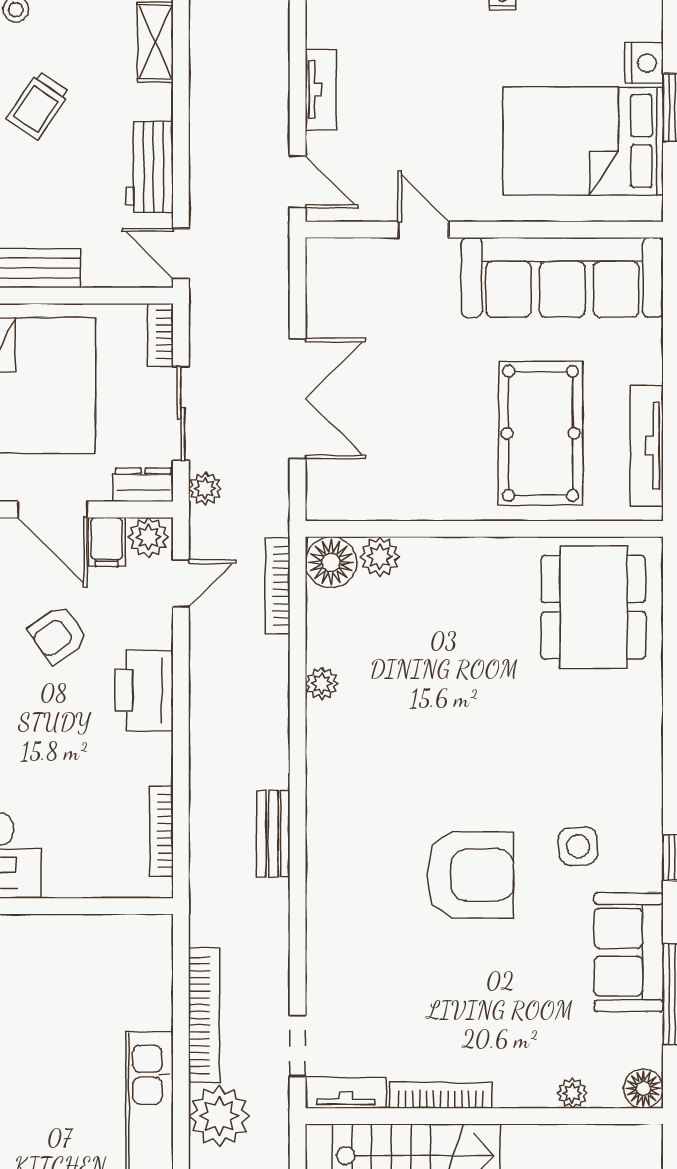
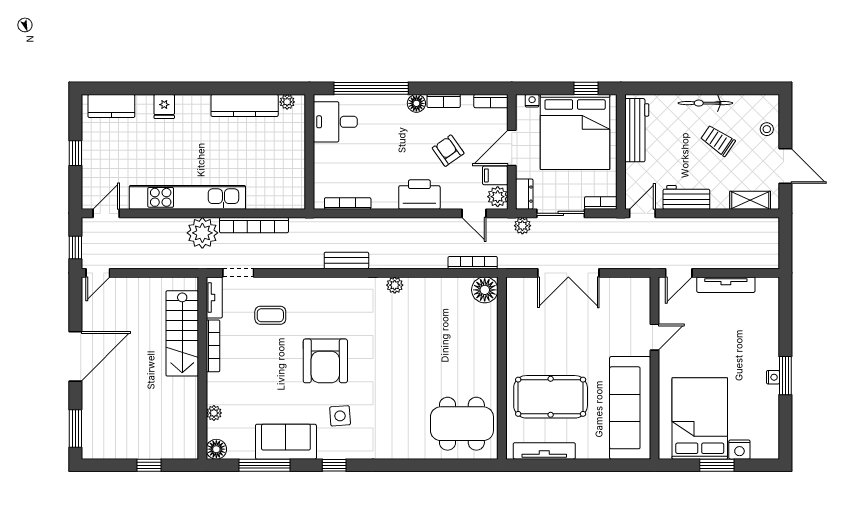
tv unit: (321, 90) -> (726, 285), width x1.41
plant: (380, 557) -> (488, 315), removed
plant: (322, 684) -> (395, 285), moved
coffee table: (381, 983) -> (270, 315), added

